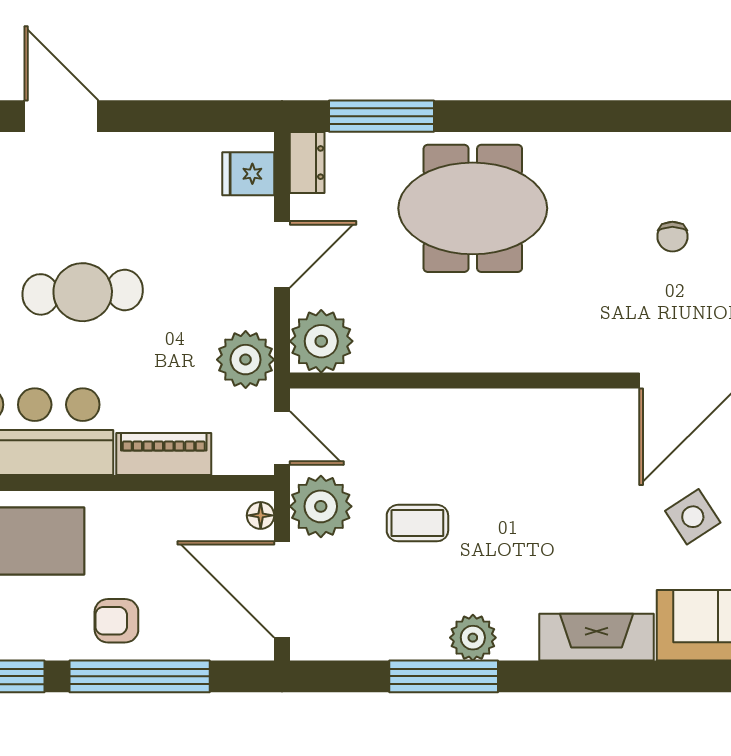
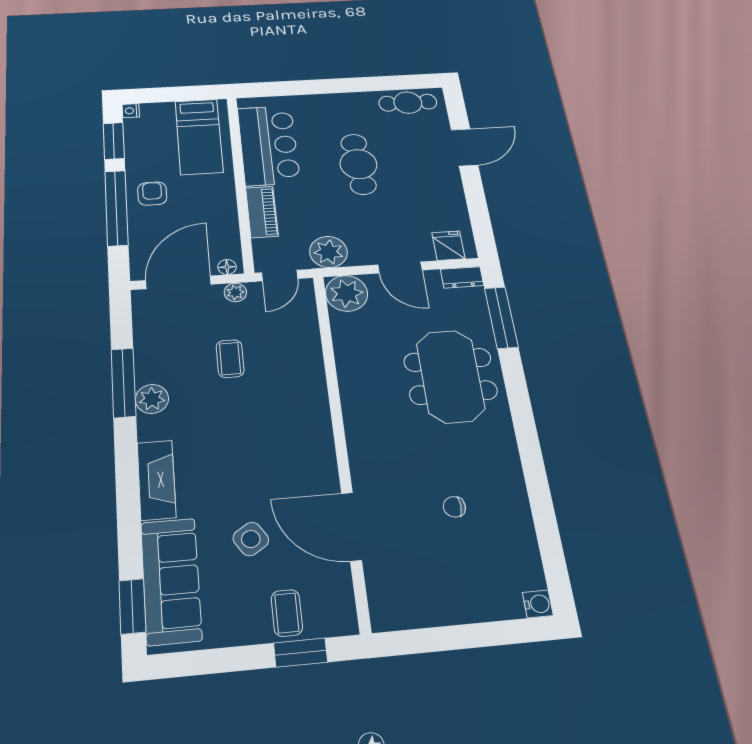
plant: (321, 506) -> (235, 292), width x0.53, depth x0.53

